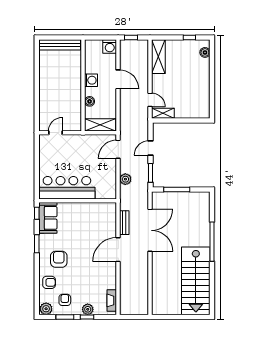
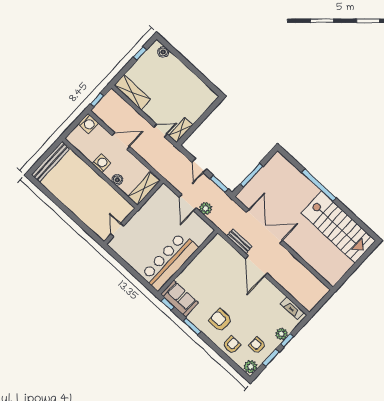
door: (118, 149) -> (188, 203), moved

